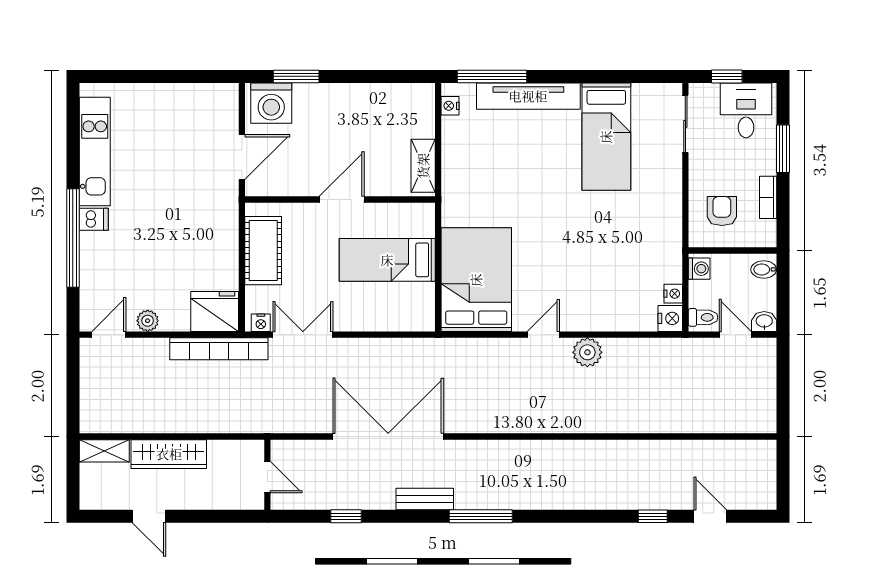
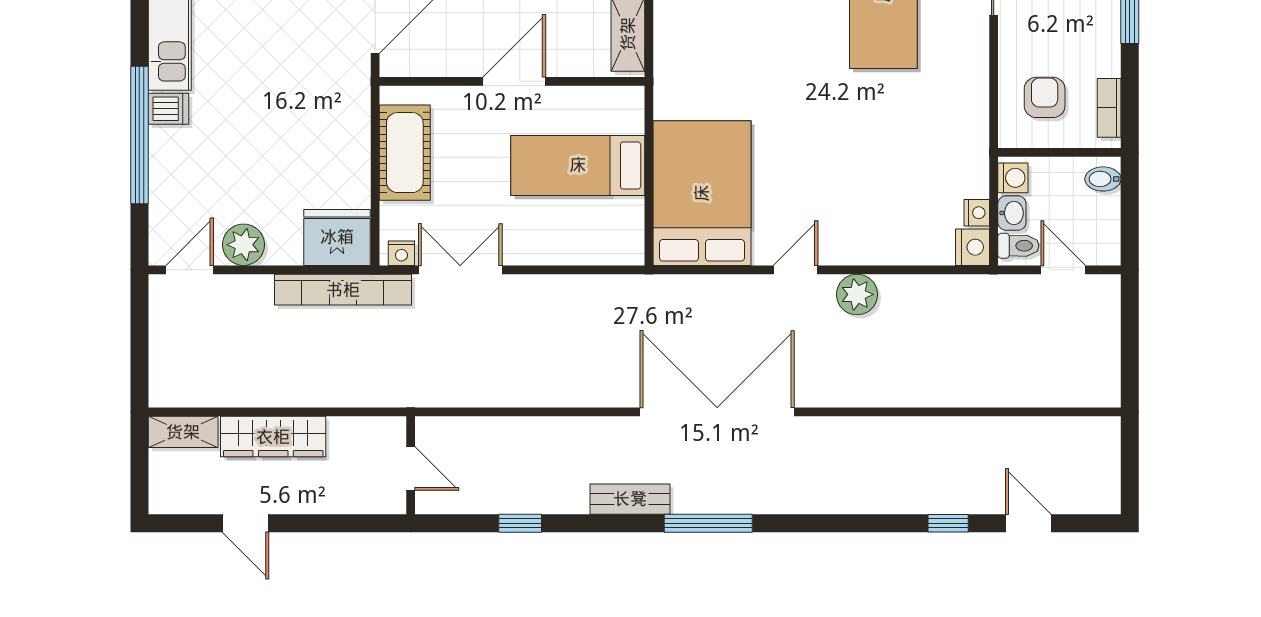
bookcase: (768, 197) -> (1109, 108), moved
plant: (148, 321) -> (244, 245), width x1.38, depth x1.38
washbasin: (764, 321) -> (1012, 213), moved, turned 90
double door: (388, 437) -> (717, 412), moved

